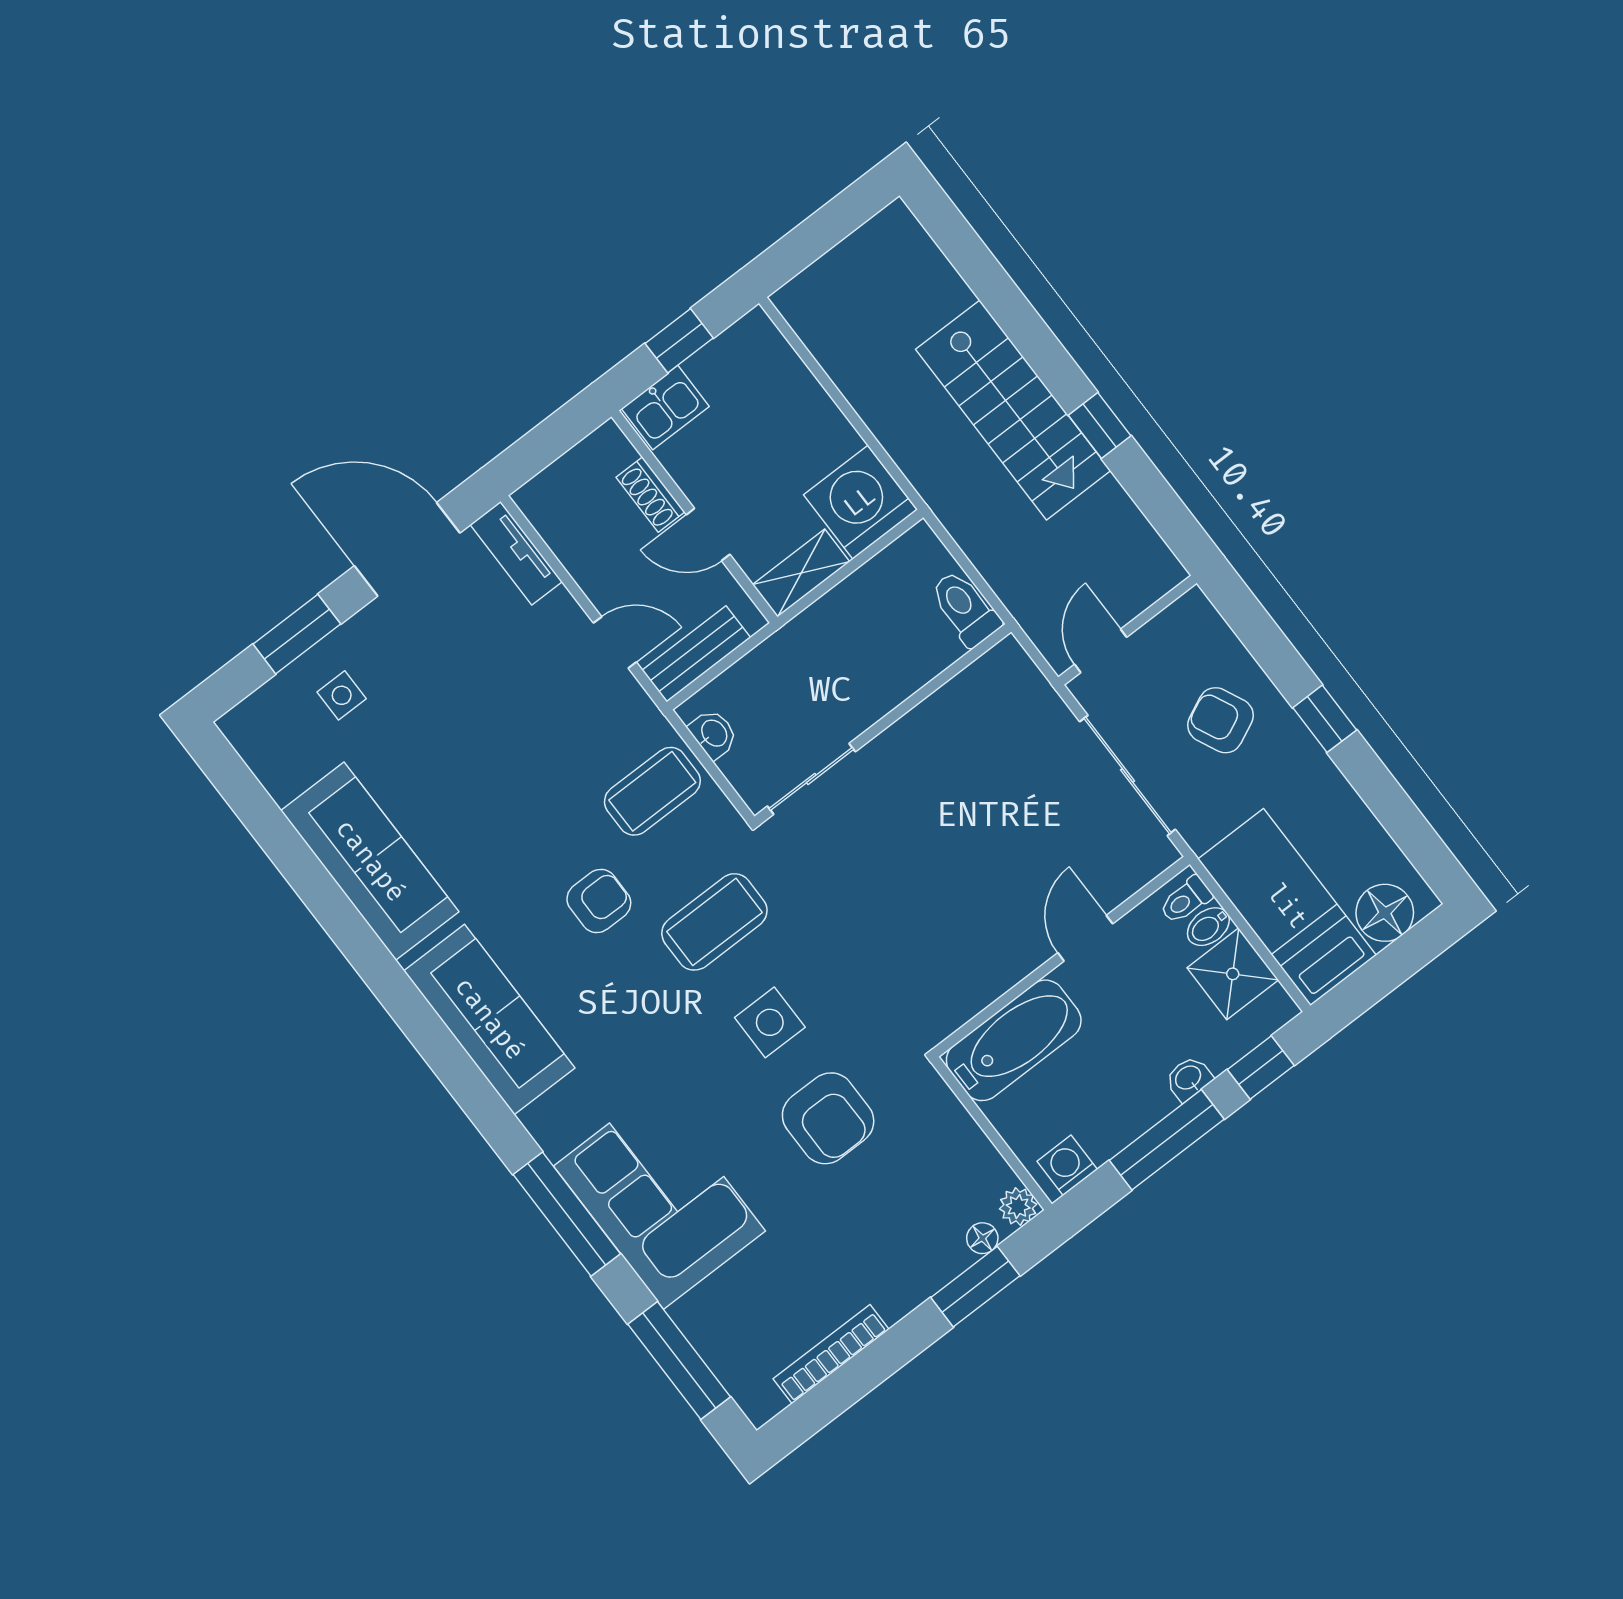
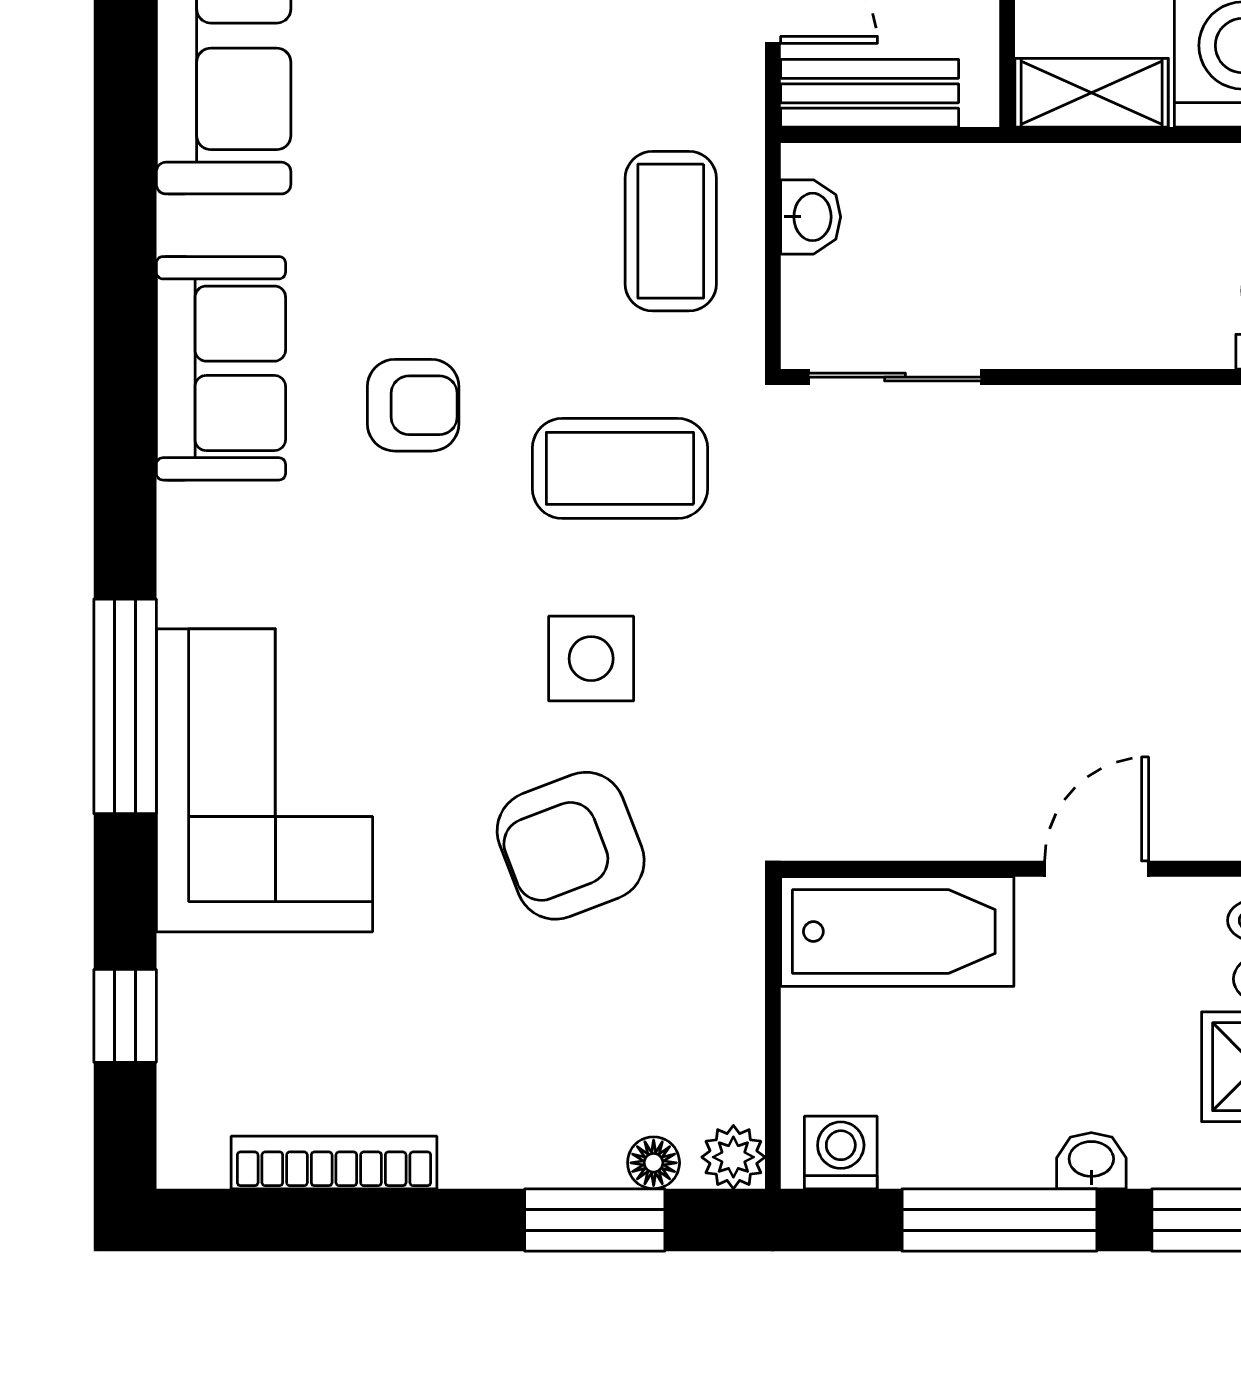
coffee table: (652, 791) -> (671, 231), turned 90
armchair: (599, 901) -> (413, 405), moved
sofa: (489, 1019) -> (221, 368), width x0.73
armchair: (828, 1118) -> (571, 846), turned 69
window: (679, 1360) -> (125, 1016), width x0.46

